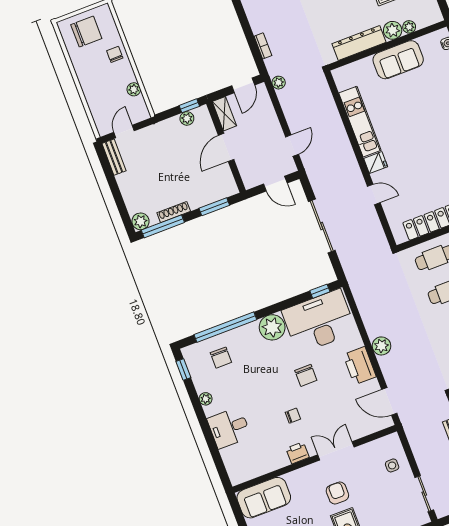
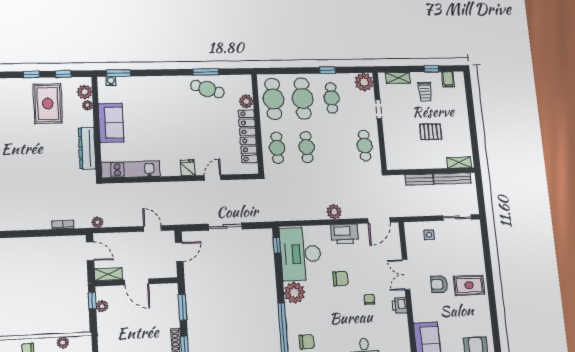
plant: (393, 30) -> (85, 92), moved
kitchen unit: (360, 122) -> (131, 169), moved
sliding door: (322, 226) -> (225, 227), width x0.73

